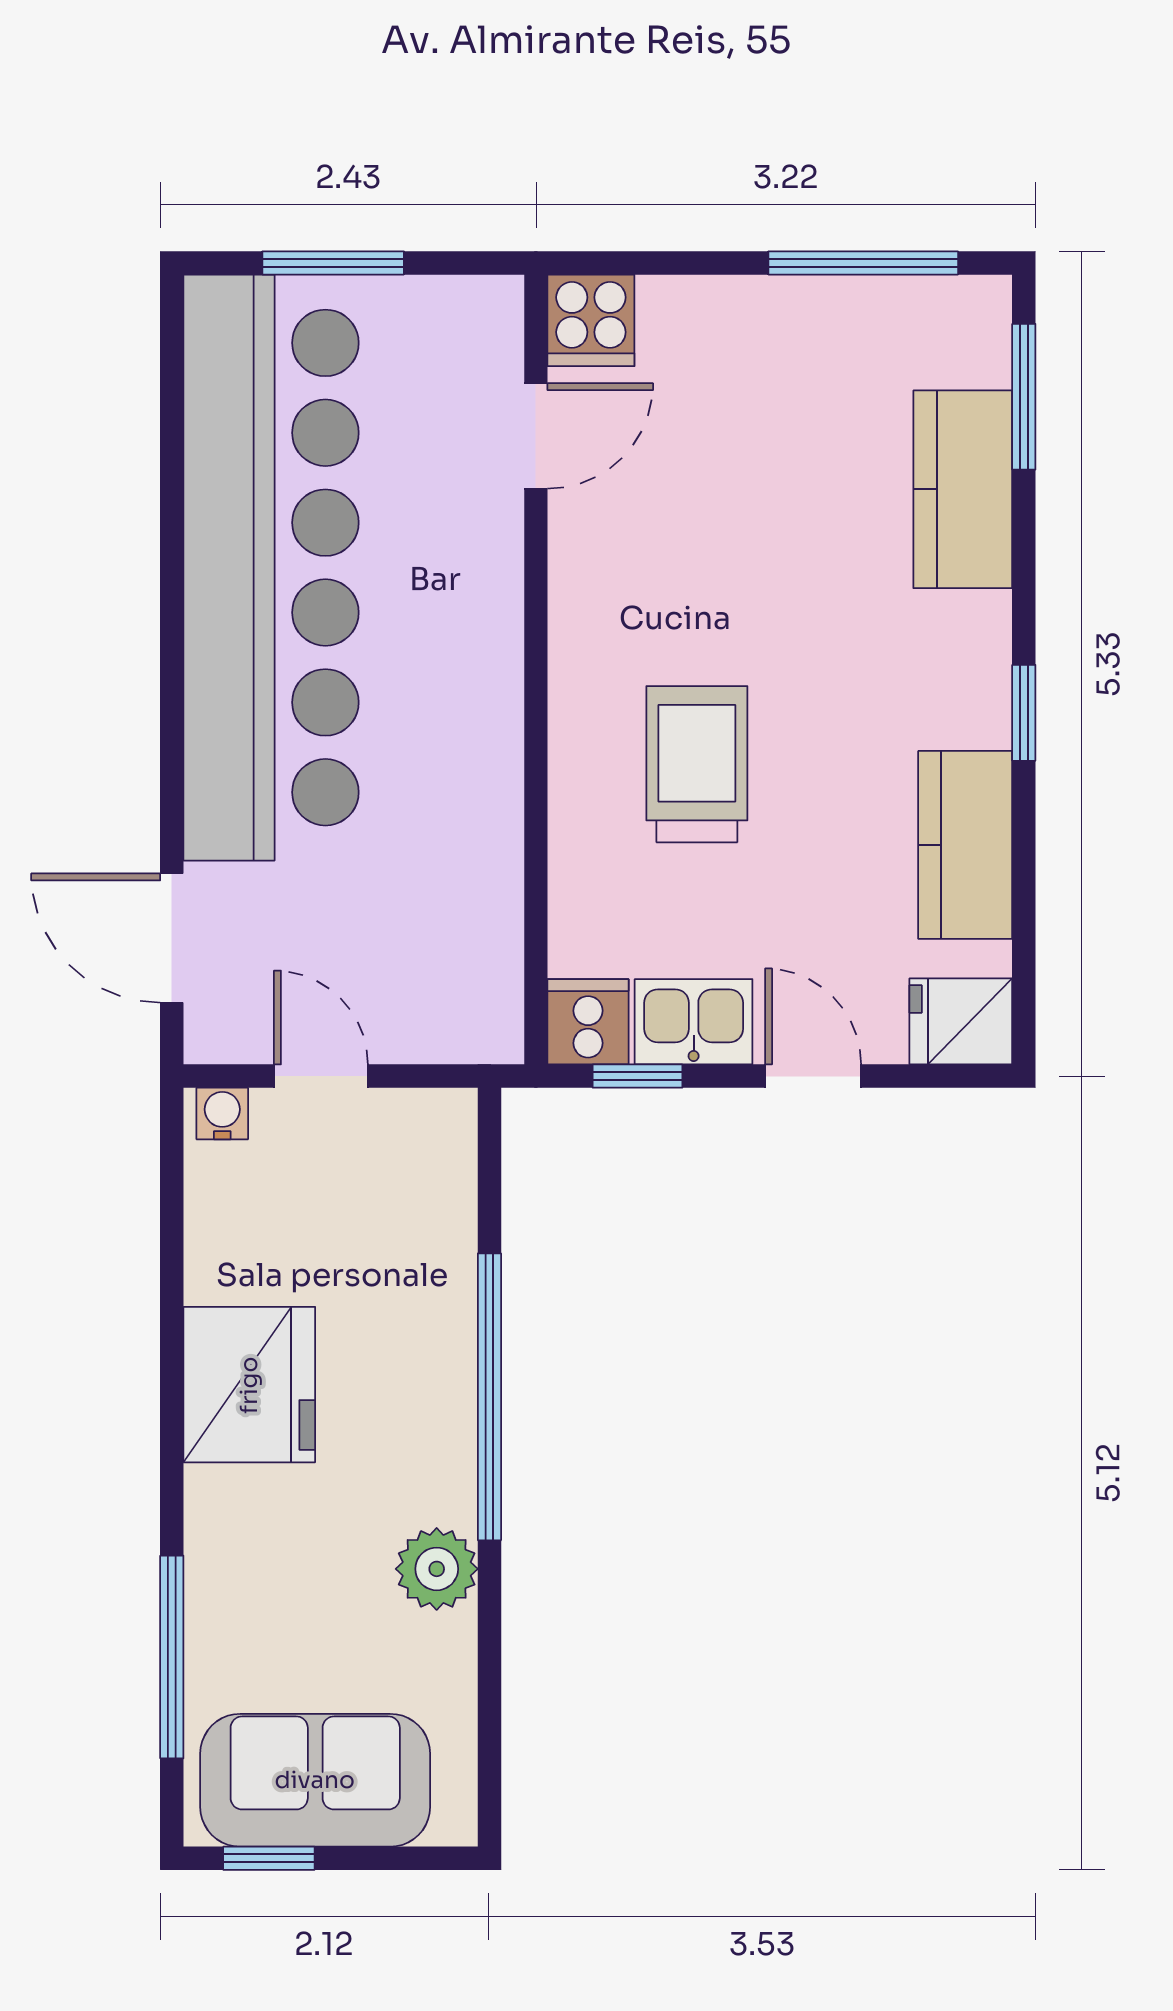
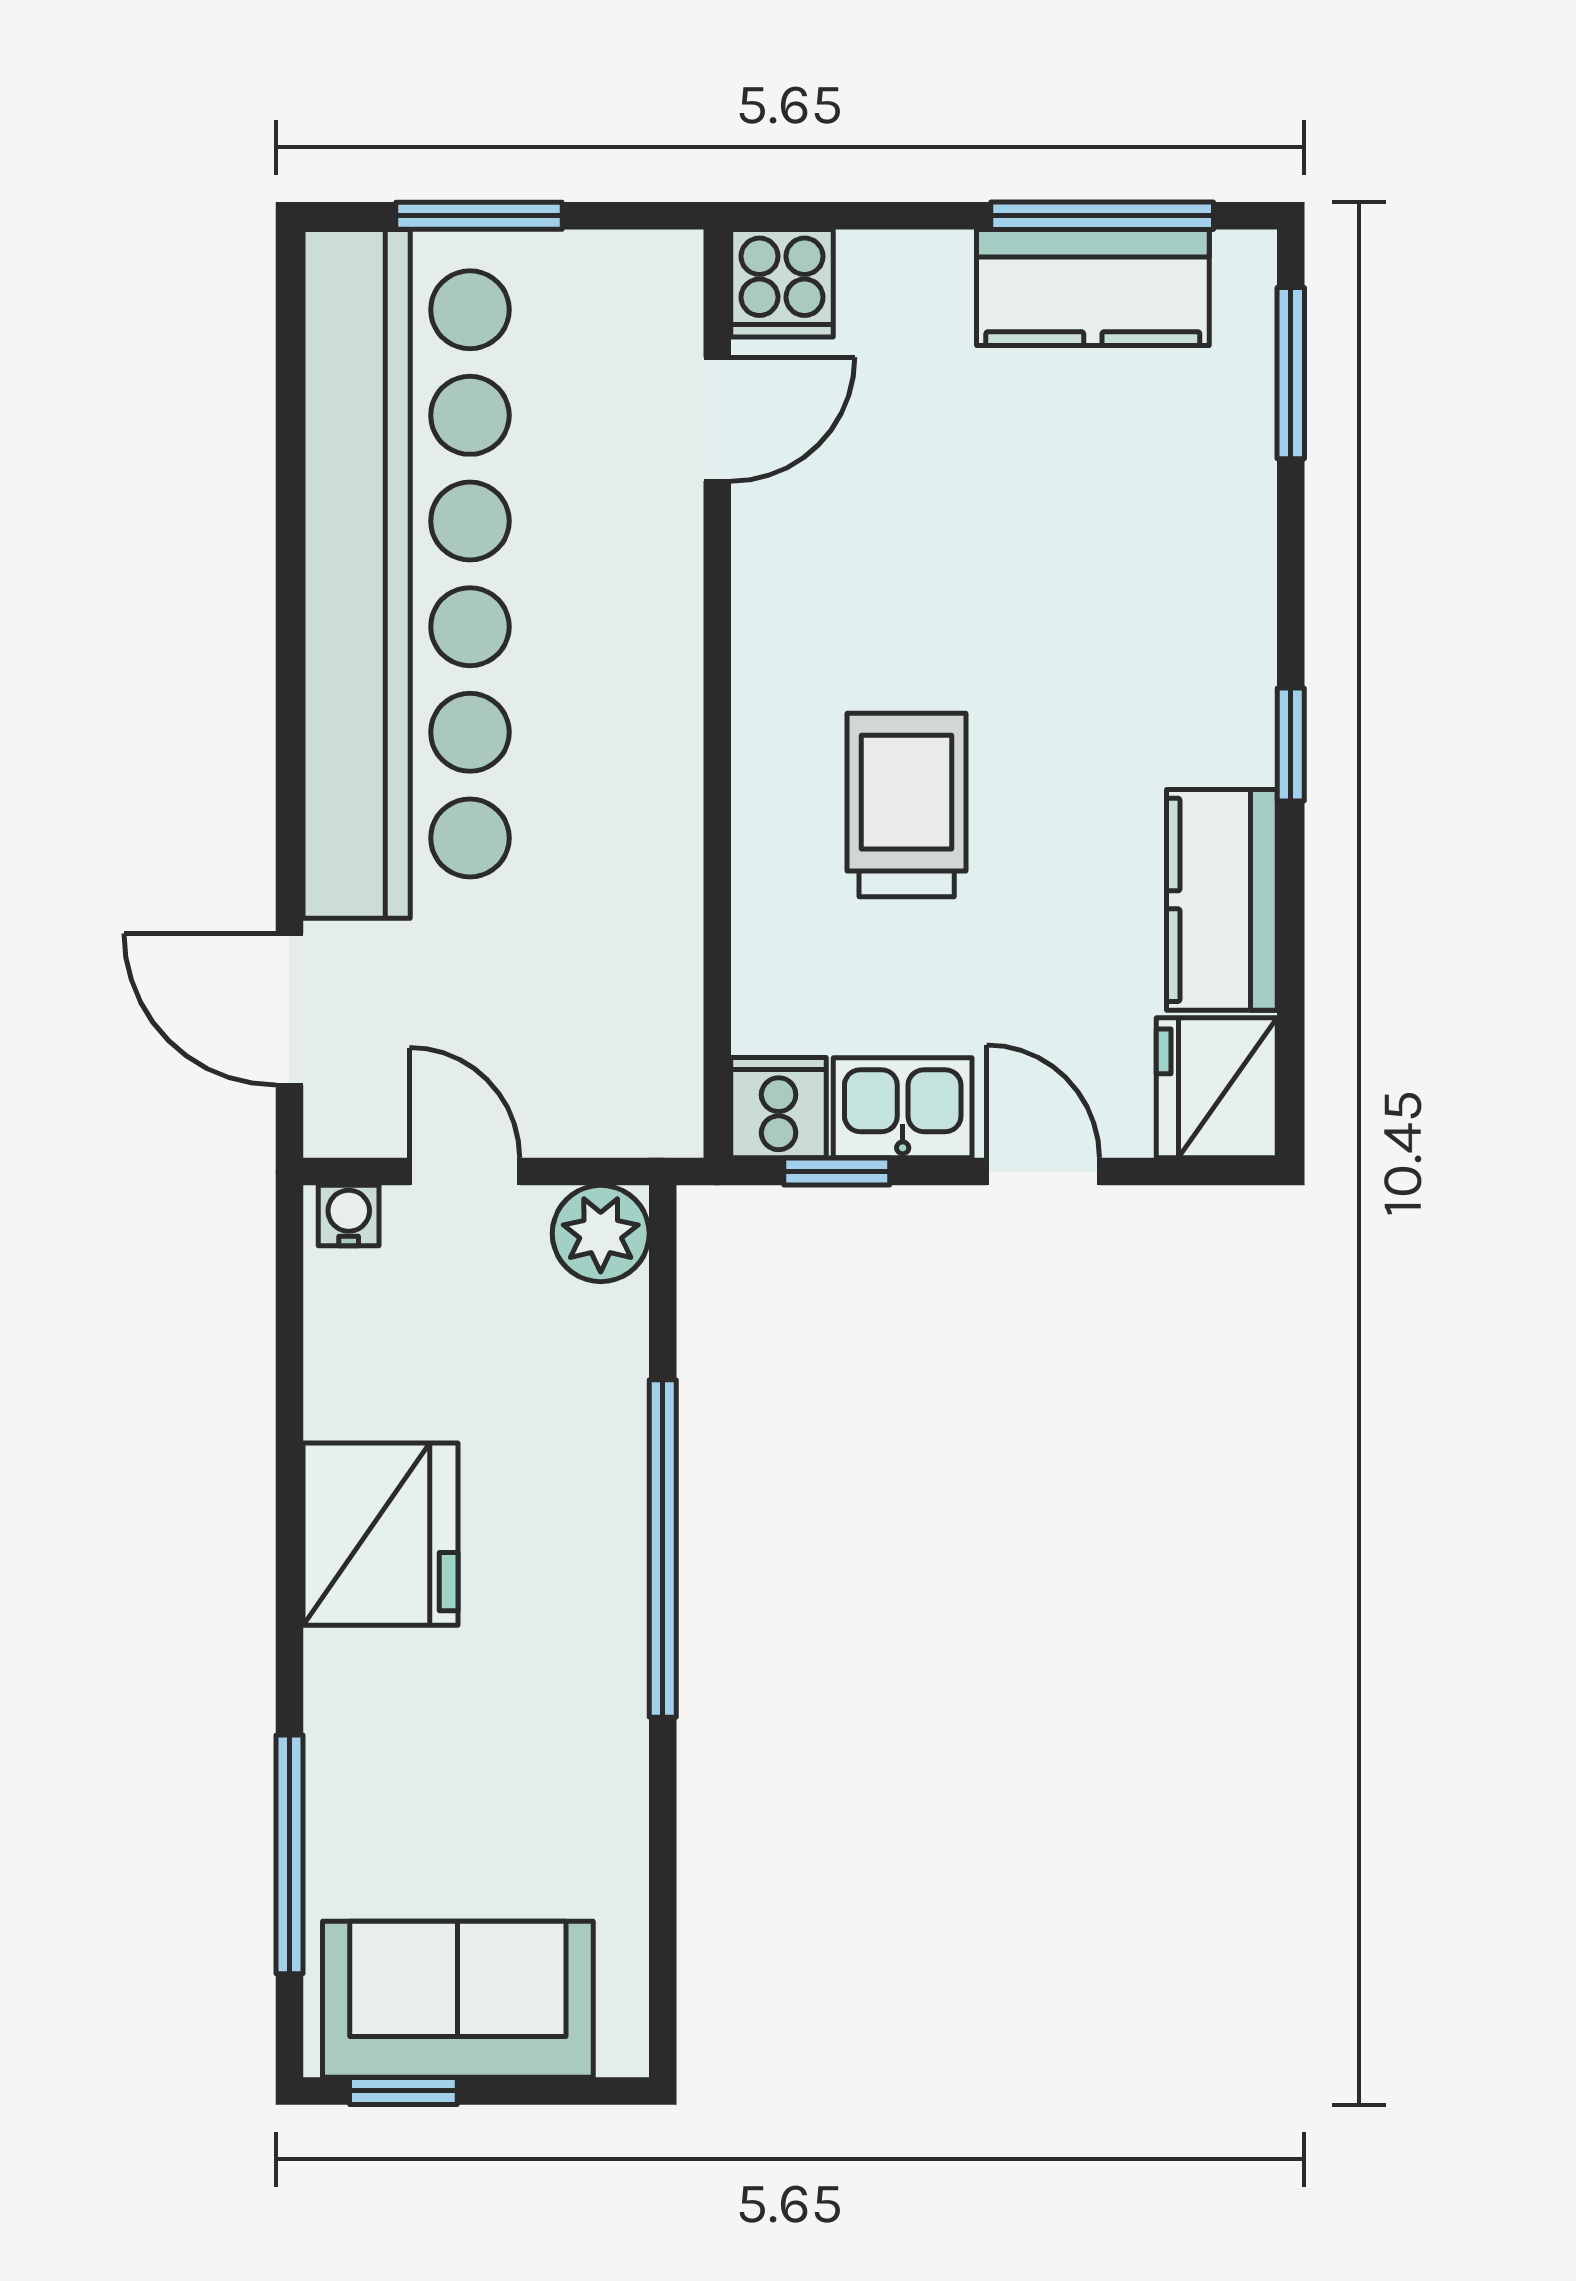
kitchen counter: (963, 489) -> (1093, 287), moved, turned -90
fridge: (961, 1021) -> (1217, 1088), width x1.38
plant: (437, 1569) -> (601, 1234), moved

